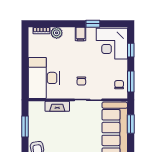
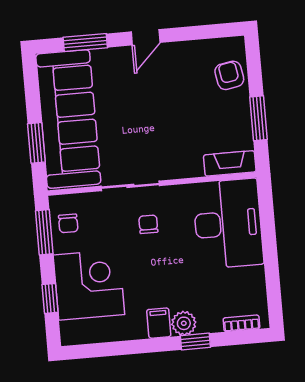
window: (93, 24) -> (195, 341), moved
plant: (57, 33) -> (184, 323), moved
corner desk: (112, 44) -> (89, 285), moved
fireplace: (57, 106) -> (230, 163), moved

